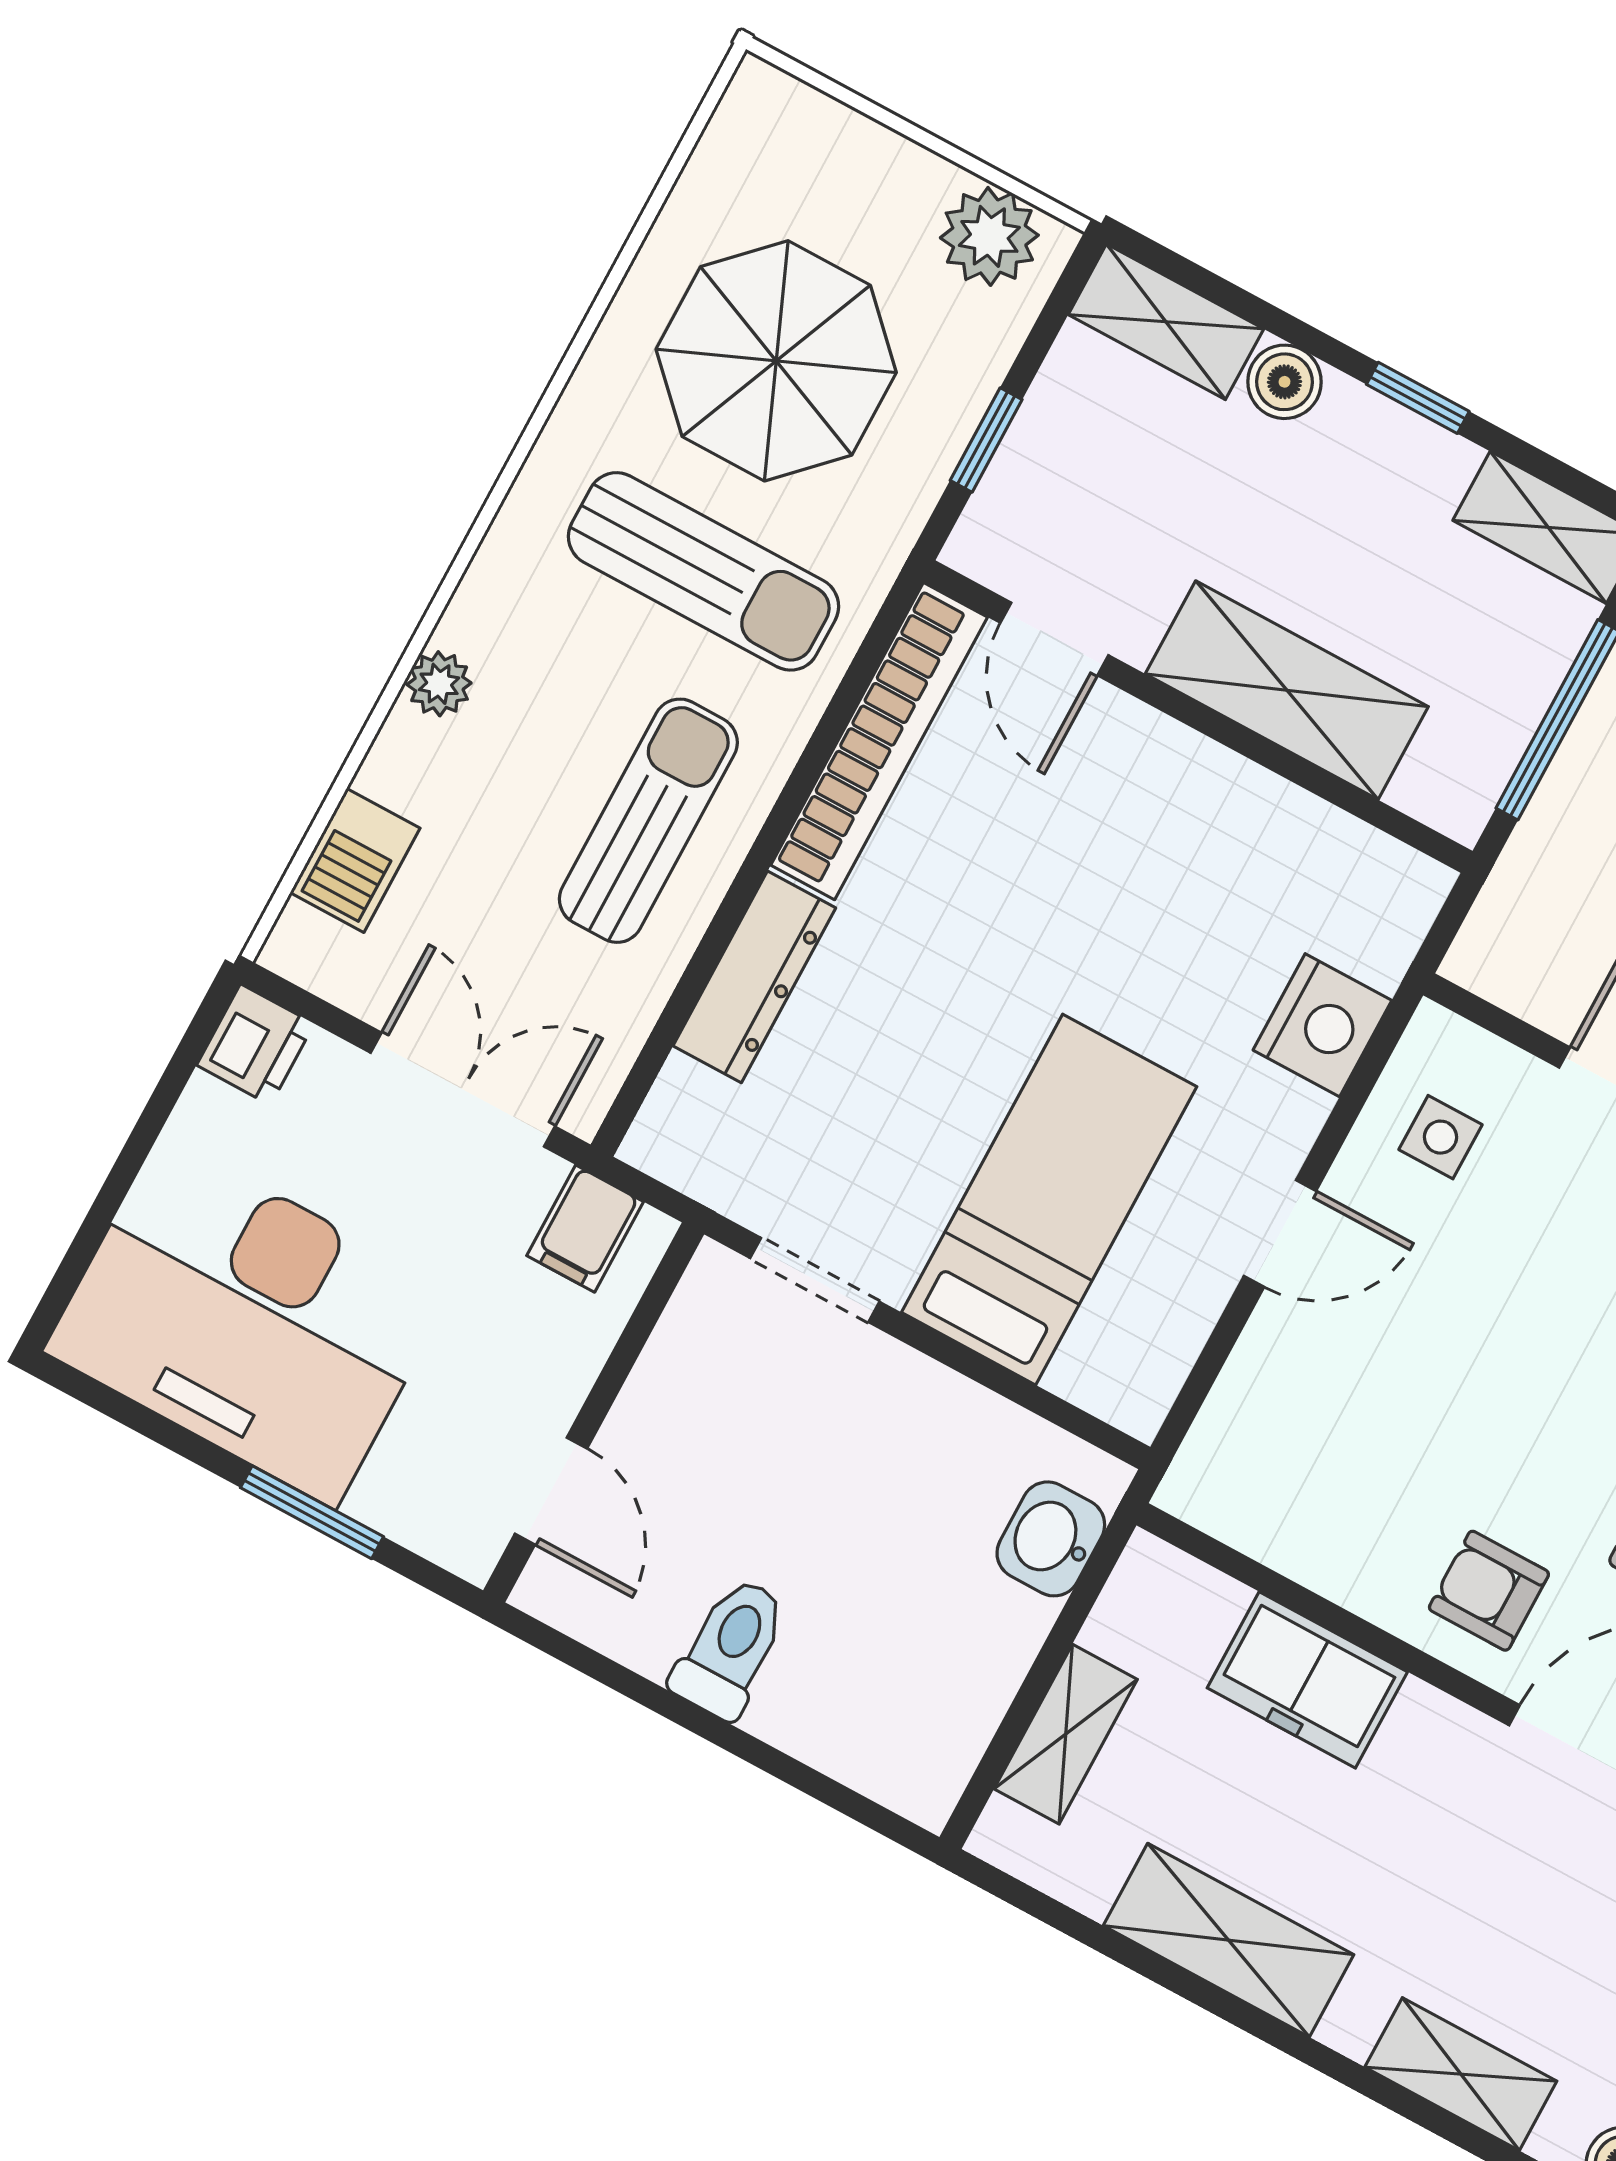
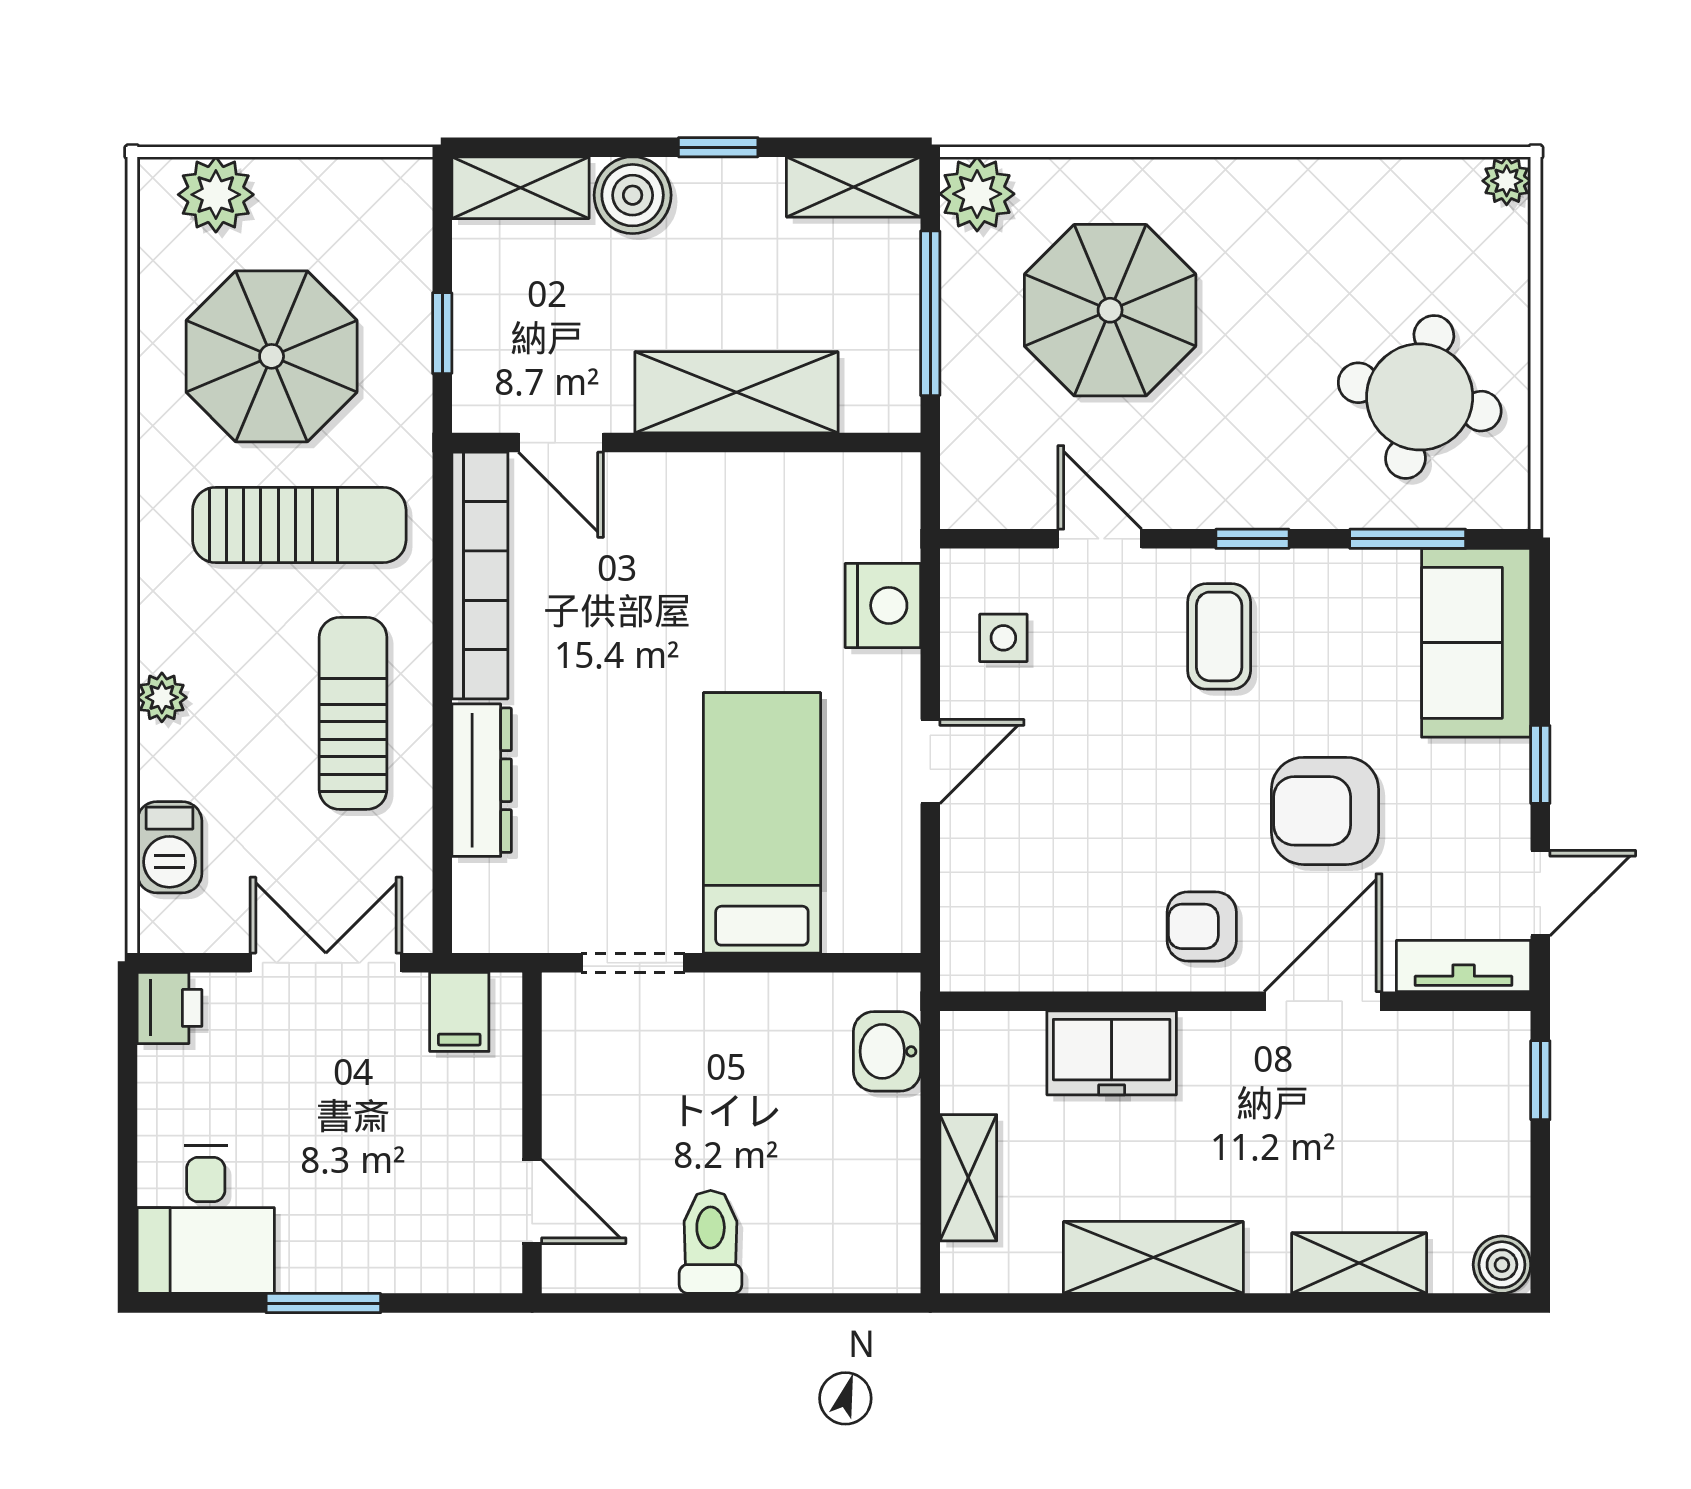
plant: (989, 236) -> (216, 195), moved
boiler: (1284, 382) -> (633, 195), width x1.36, depth x1.36
desk: (248, 1321) -> (206, 1219), width x0.53, depth x0.77
window: (312, 1512) -> (323, 1303), moved

